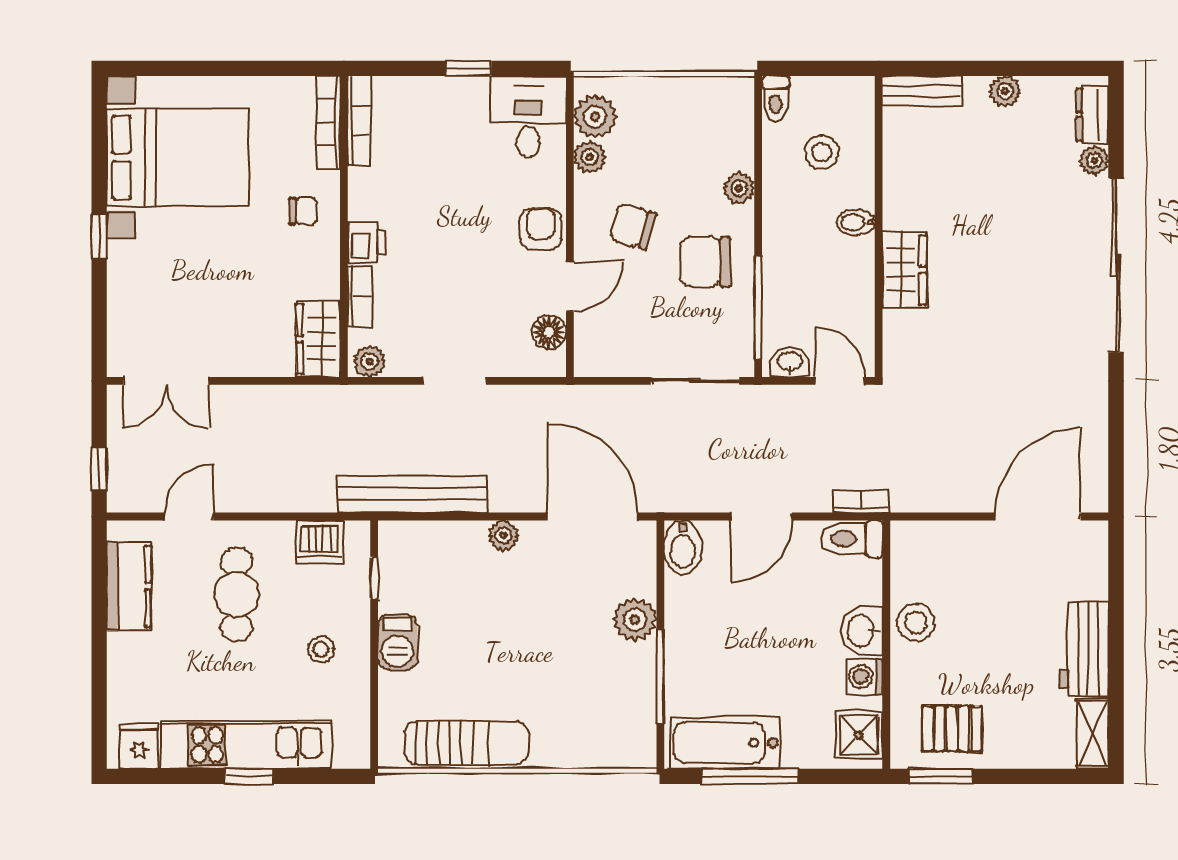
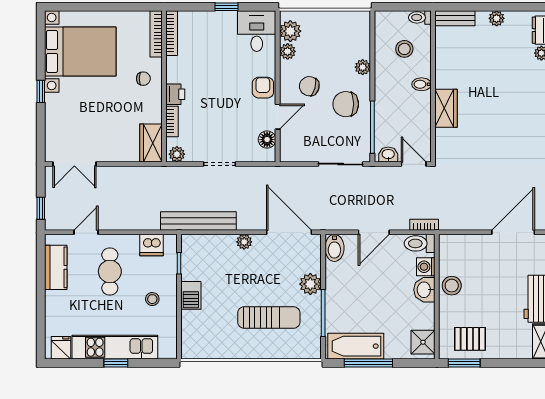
toilet: (776, 98) -> (420, 17), moved, turned 90
washing machine: (864, 676) -> (426, 267), moved
sun lounger: (466, 743) -> (269, 317), moved

